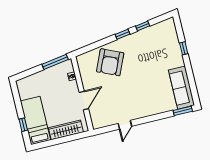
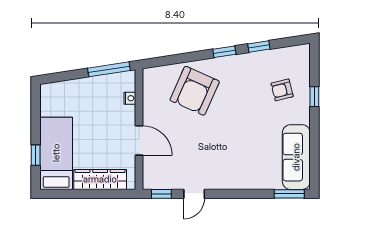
armchair: (163, 49) -> (282, 90), added
door: (84, 101) -> (139, 140), hinge flipped
window: (105, 130) -> (161, 194), added

